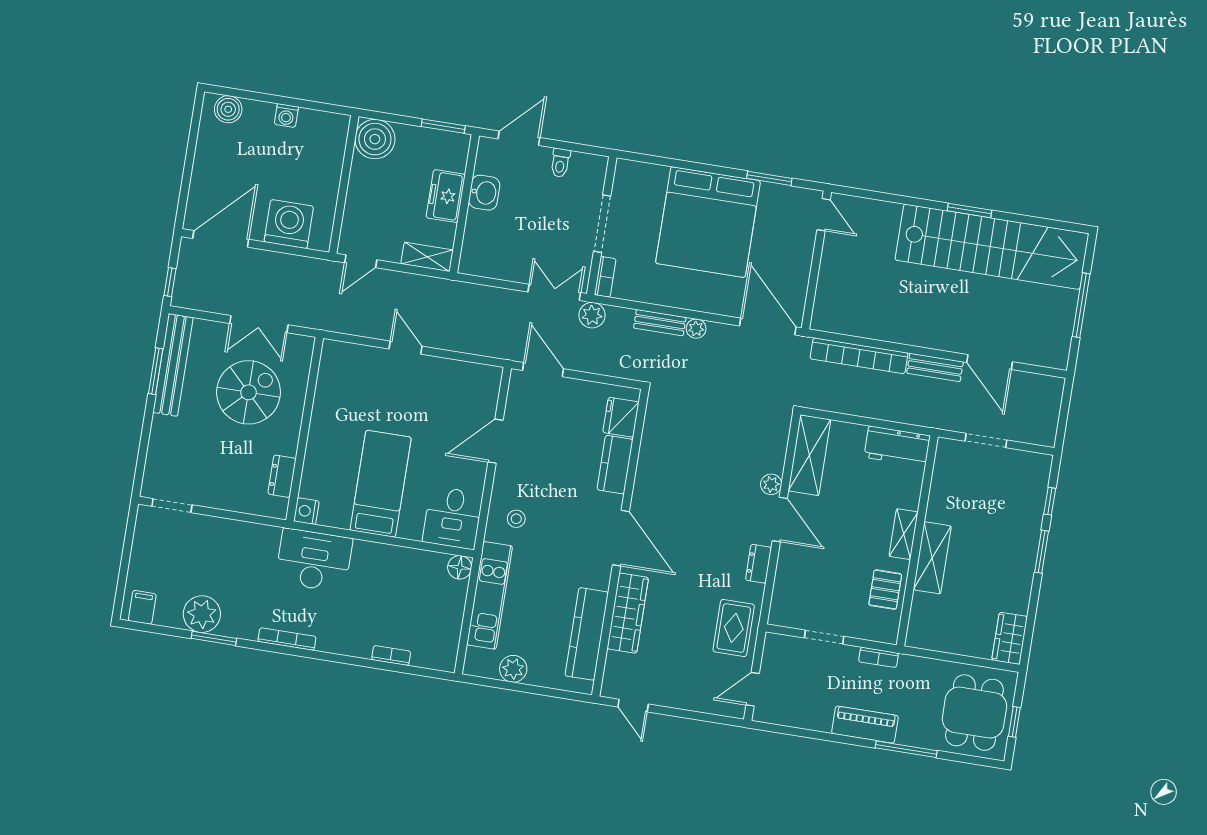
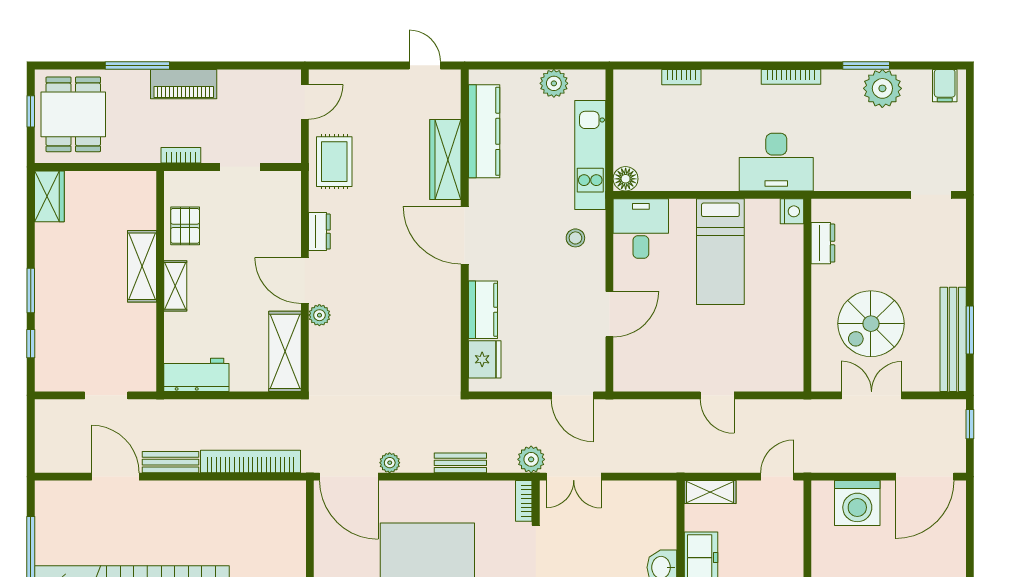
plant: (696, 329) -> (390, 463), moved

